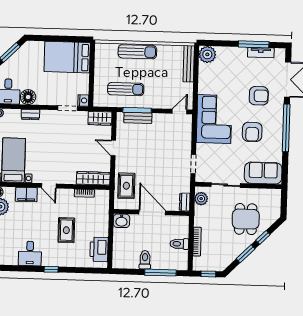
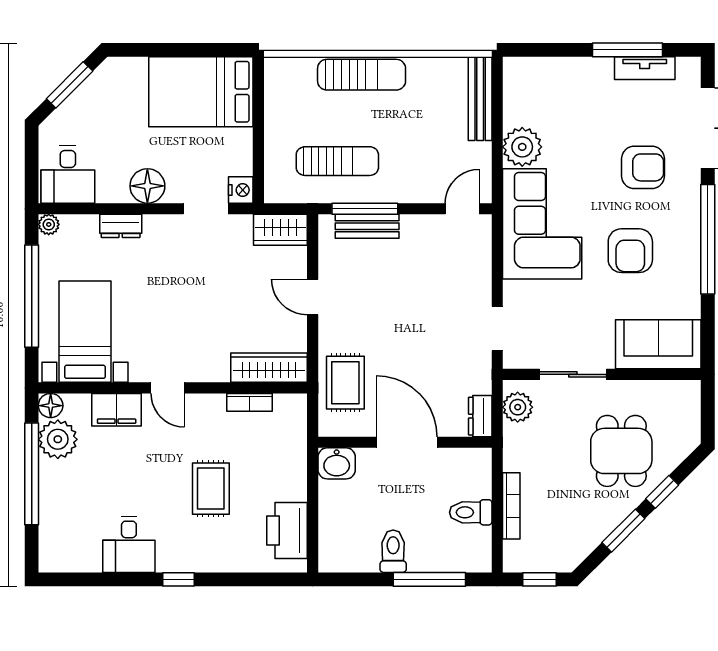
plant: (207, 54) -> (522, 147), moved
floor lamp: (28, 97) -> (147, 186), moved

